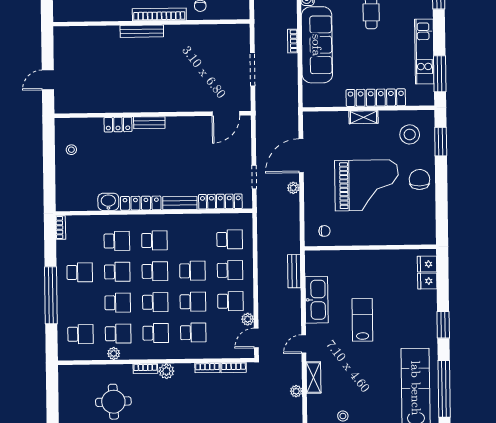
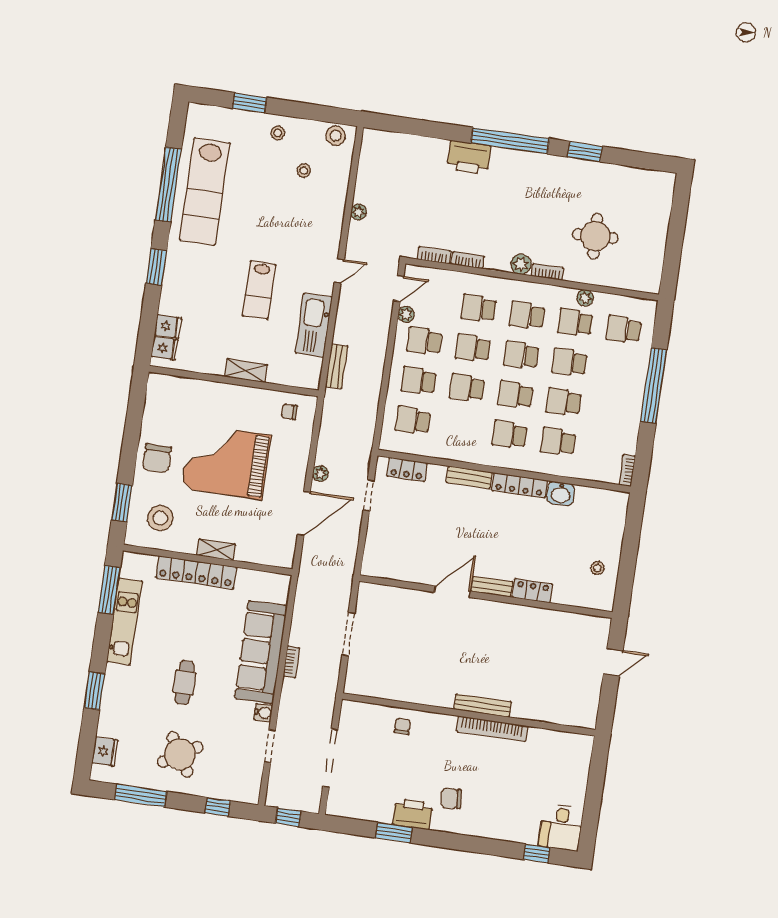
bookcase: (159, 14) -> (492, 729), moved
door: (226, 113) -> (452, 592), moved
locker: (220, 202) -> (407, 469), width x0.66
school desk: (80, 272) -> (612, 409), removed
shelving: (314, 378) -> (246, 371), moved, turned 90

